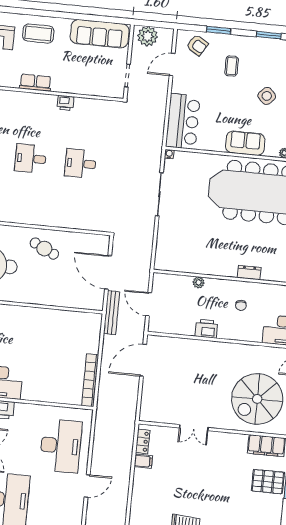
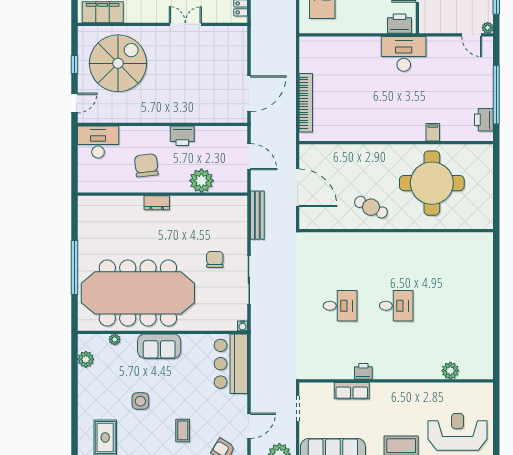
row of seats: (35, 83) -> (352, 391), moved
side table: (267, 96) -> (140, 401), turned 45
chair: (188, 216) -> (215, 260), added
dresser: (249, 273) -> (157, 203), moved
plant: (199, 282) -> (201, 181), width x1.88, depth x1.88
chair: (241, 305) -> (146, 165), width x1.87, depth x1.87
bench: (112, 313) -> (257, 215), moved
bookcase: (90, 380) -> (306, 103), moved

